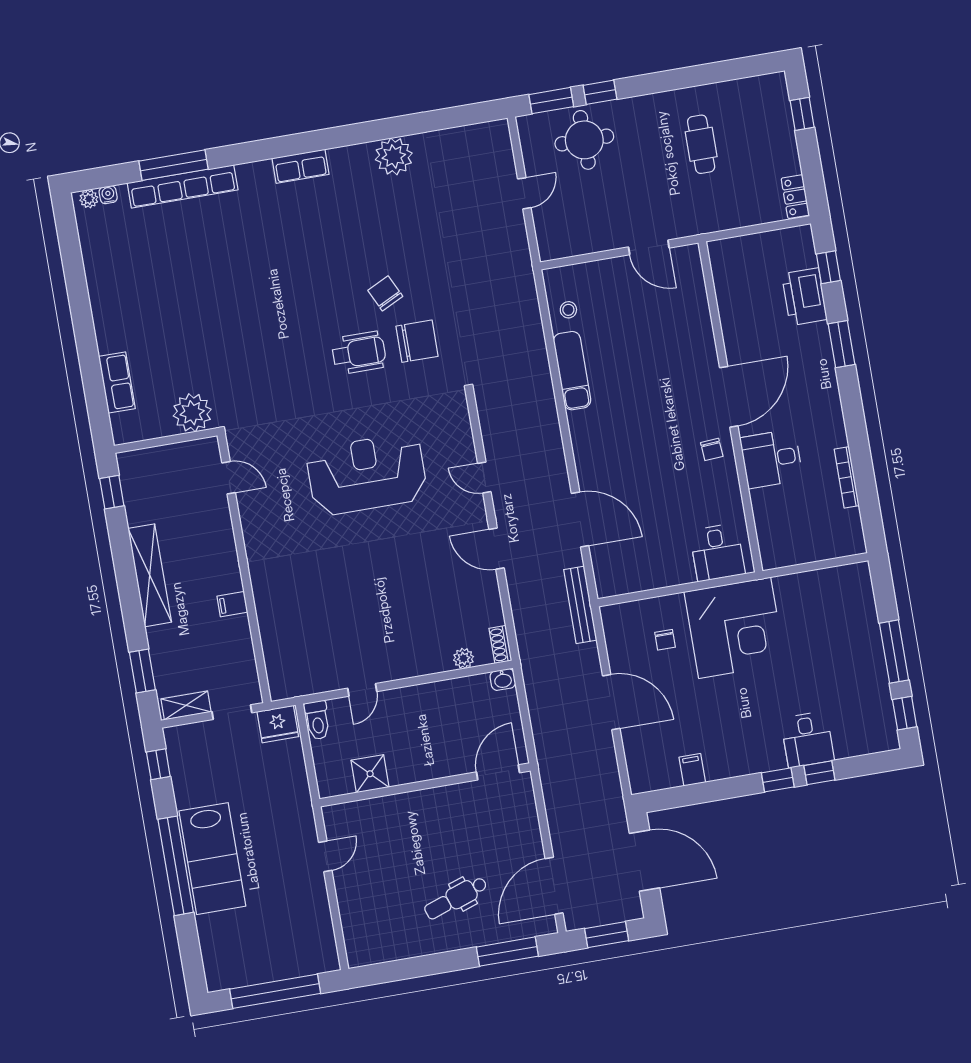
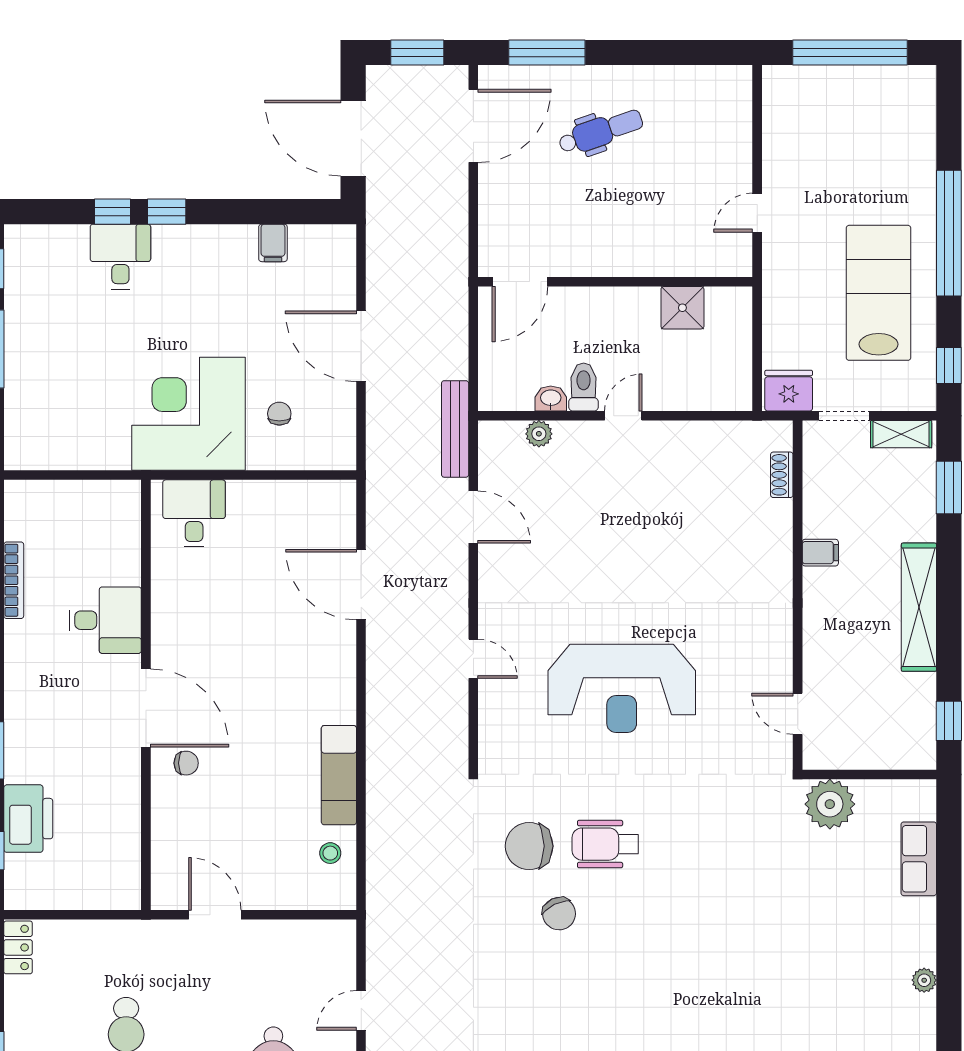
plant: (97, 290) -> (924, 980), added
door: (729, 397) -> (146, 708), swing flipped
chair: (712, 449) -> (186, 763), moved, turned 94
door: (496, 549) -> (473, 517), moved
bench: (580, 605) -> (455, 429), moved
shoe rack: (500, 644) -> (782, 475), moved, turned 180
washbasin: (503, 679) -> (551, 398), moved
door: (362, 690) -> (623, 416), moved
toilet: (317, 720) -> (584, 387), moved
lab bench: (212, 859) -> (879, 293), moved

